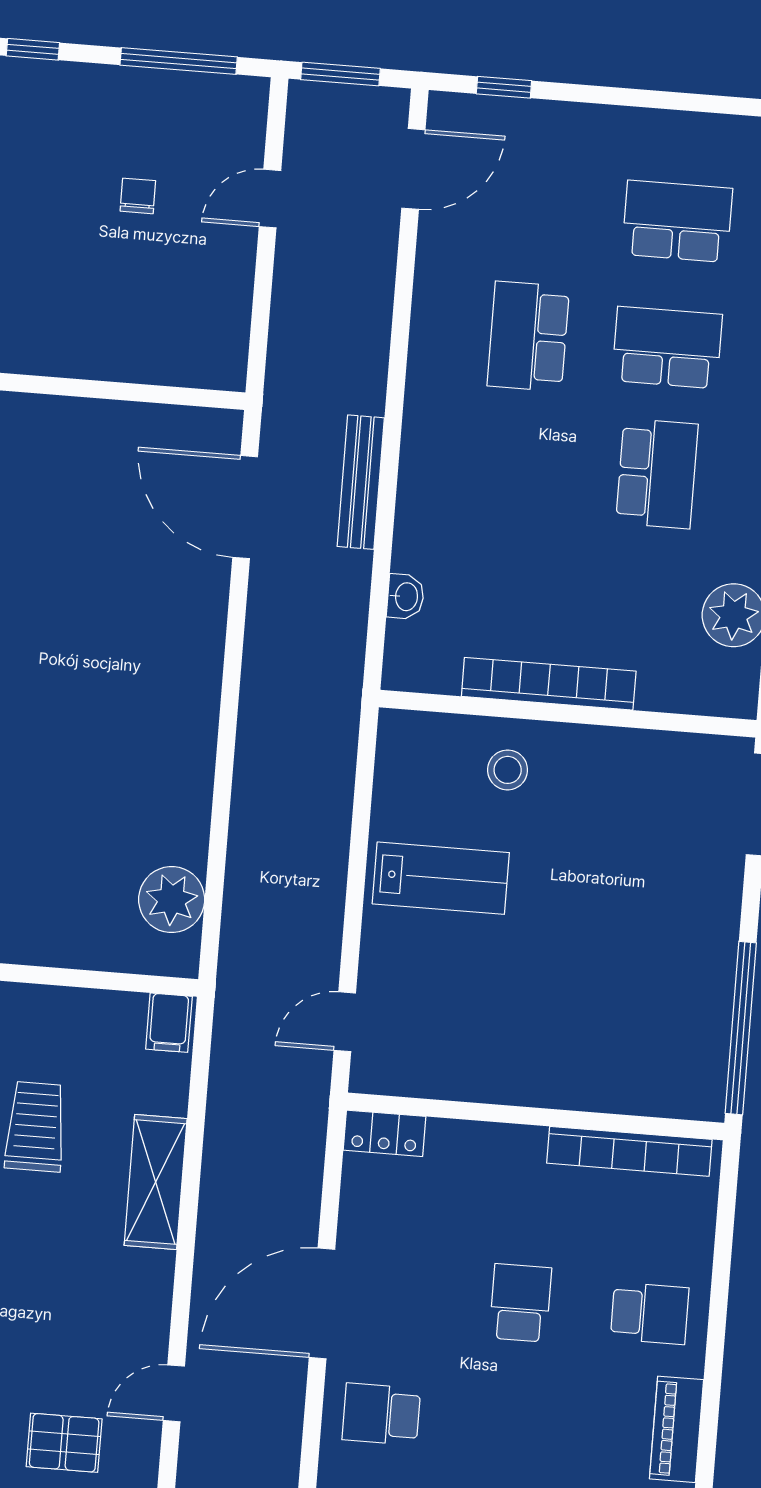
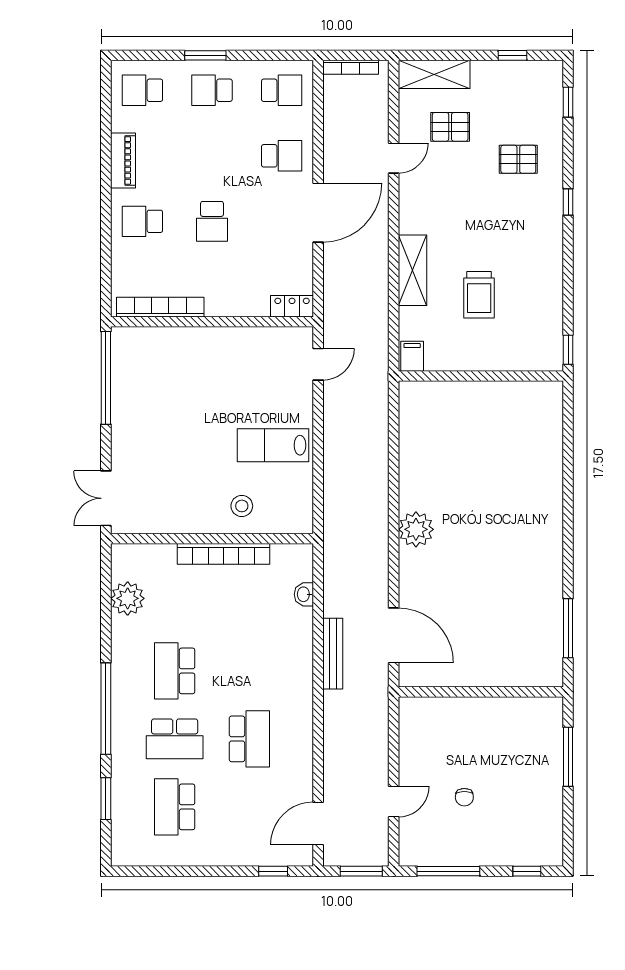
school desk: (677, 221) -> (175, 807), turned 90
plant: (172, 900) -> (416, 529), moved

